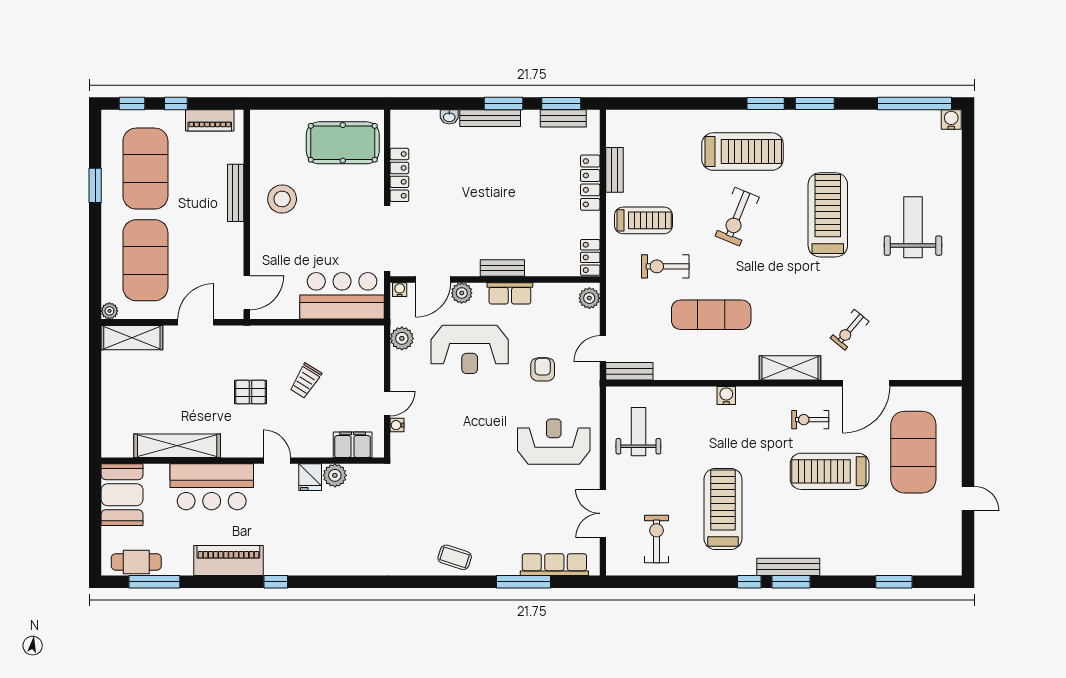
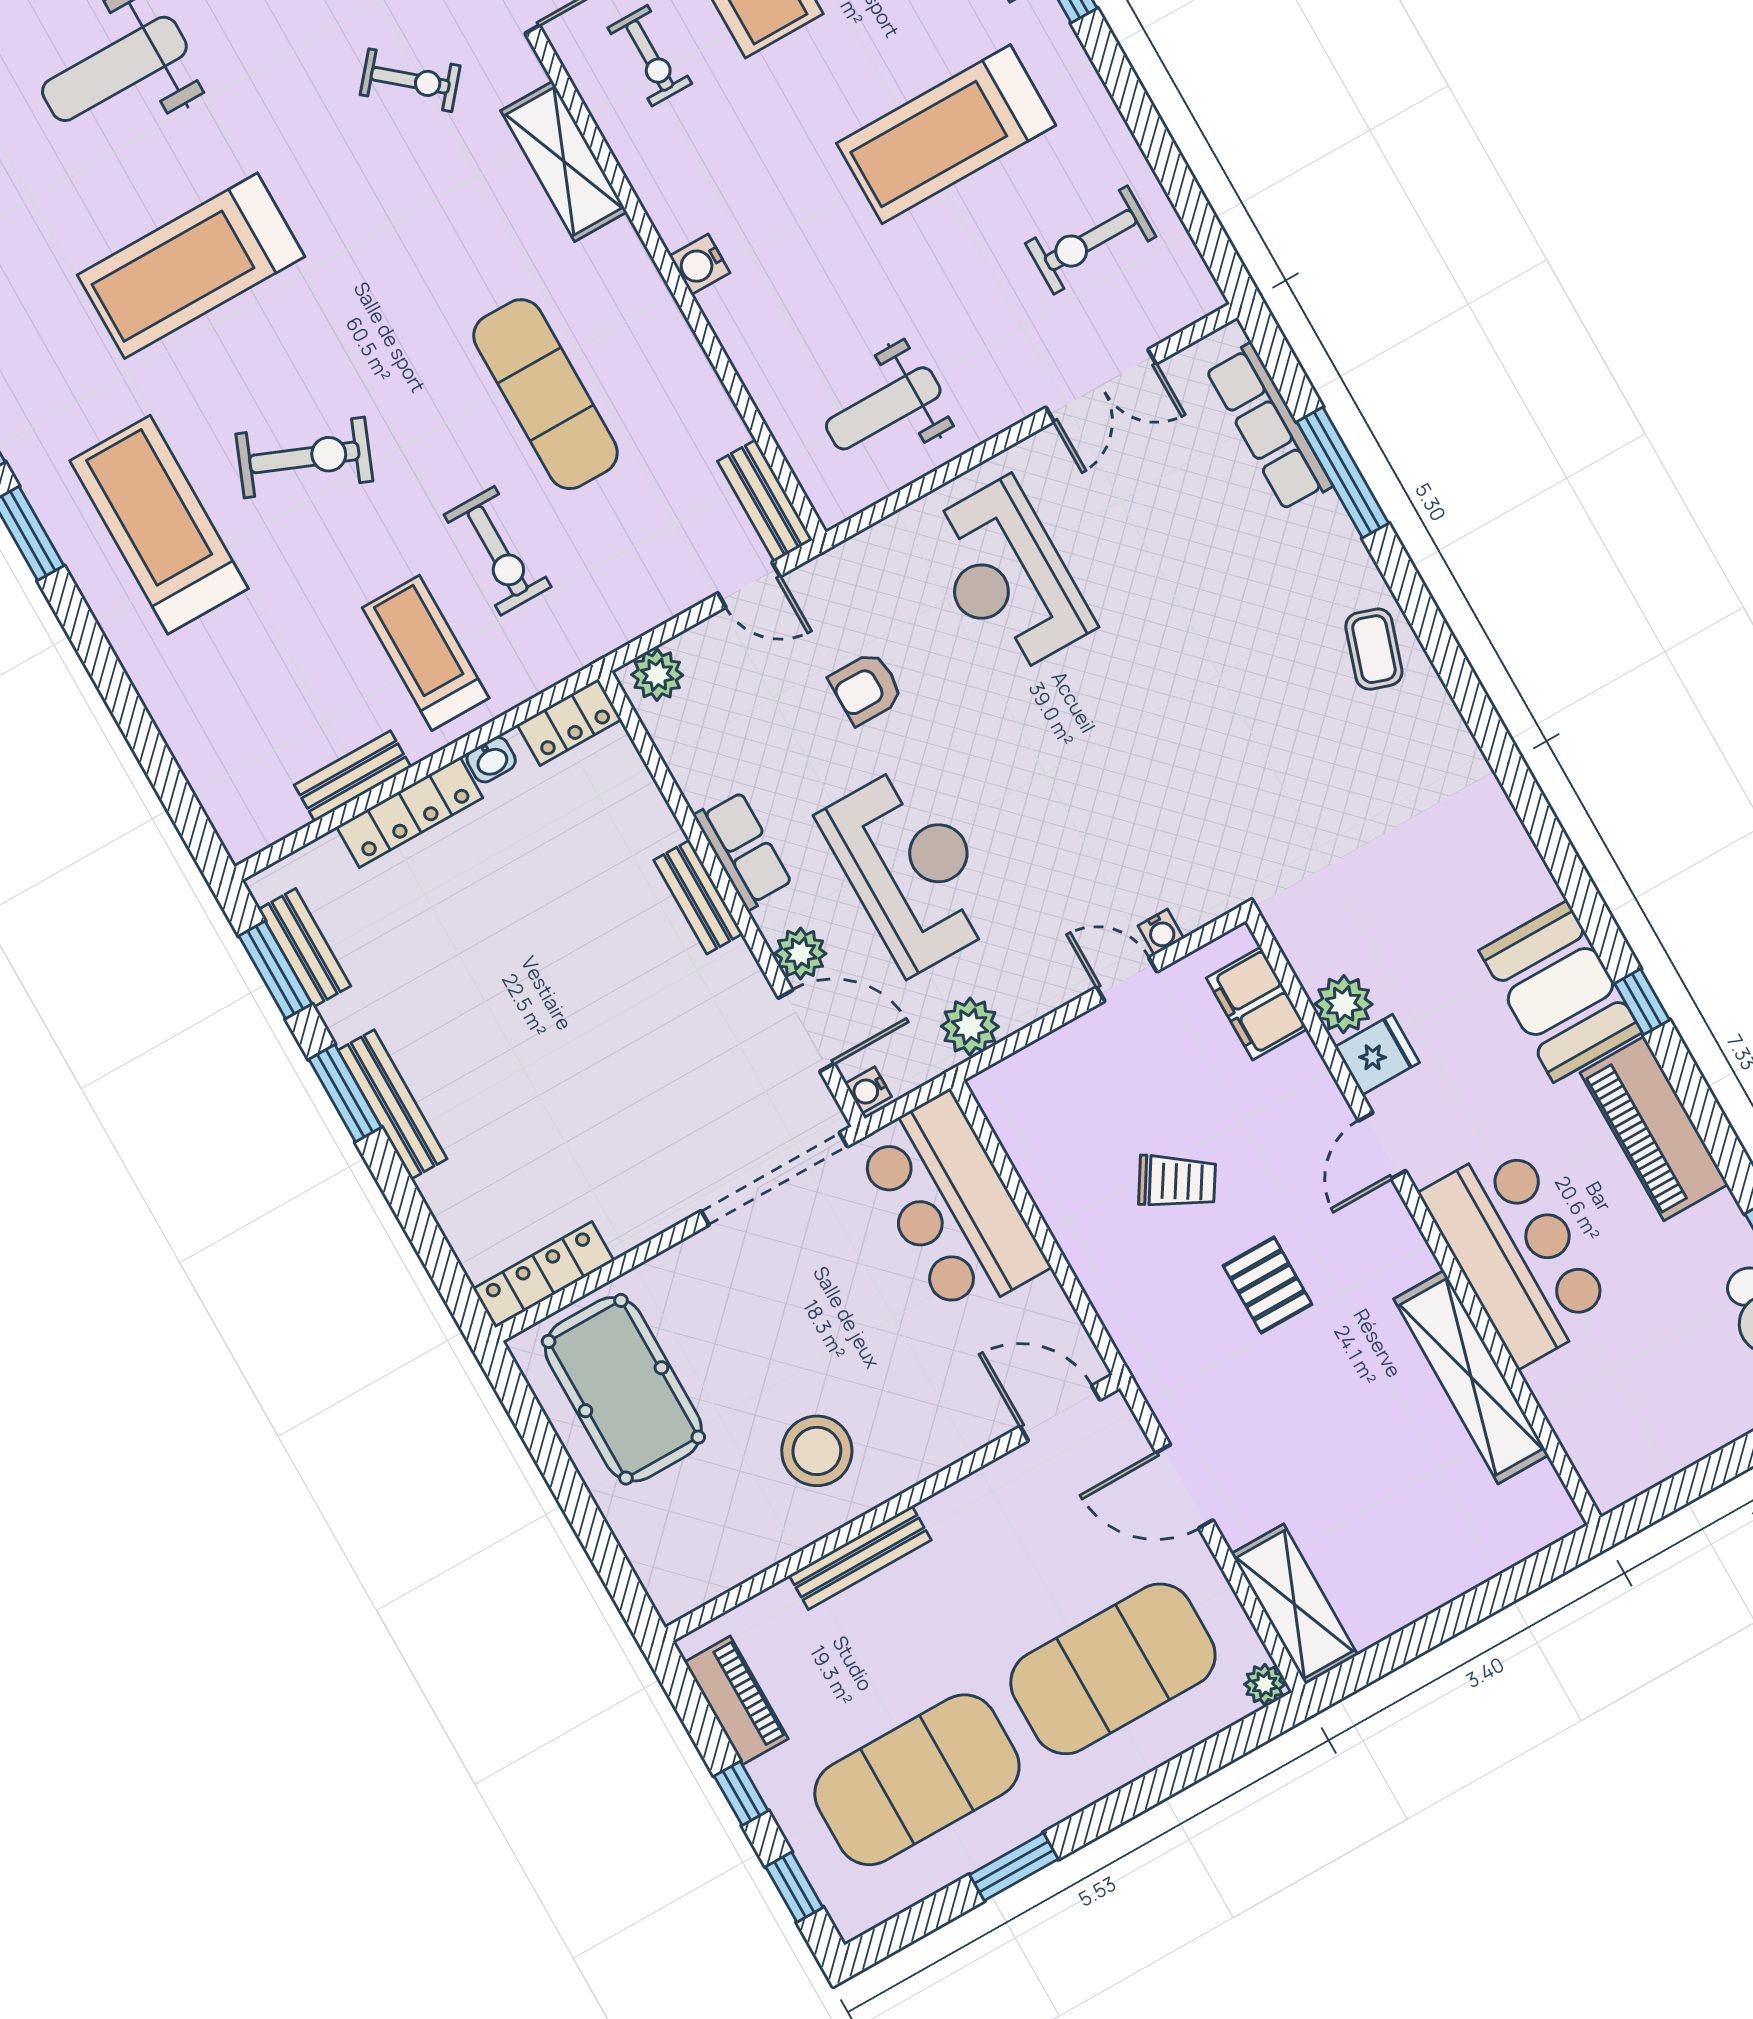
washbasin: (449, 117) -> (491, 760), moved, turned 90
locker: (399, 175) -> (544, 1275), moved
booth: (122, 495) -> (1560, 991), moved, turned 90

